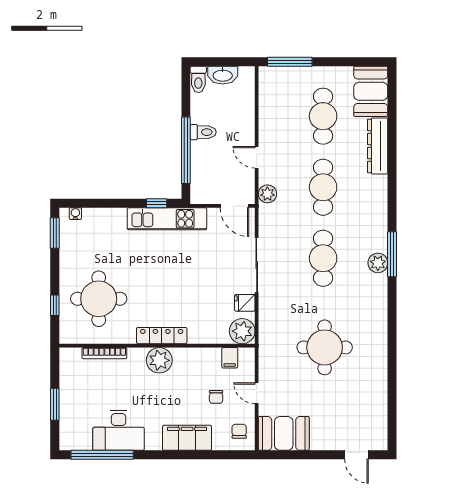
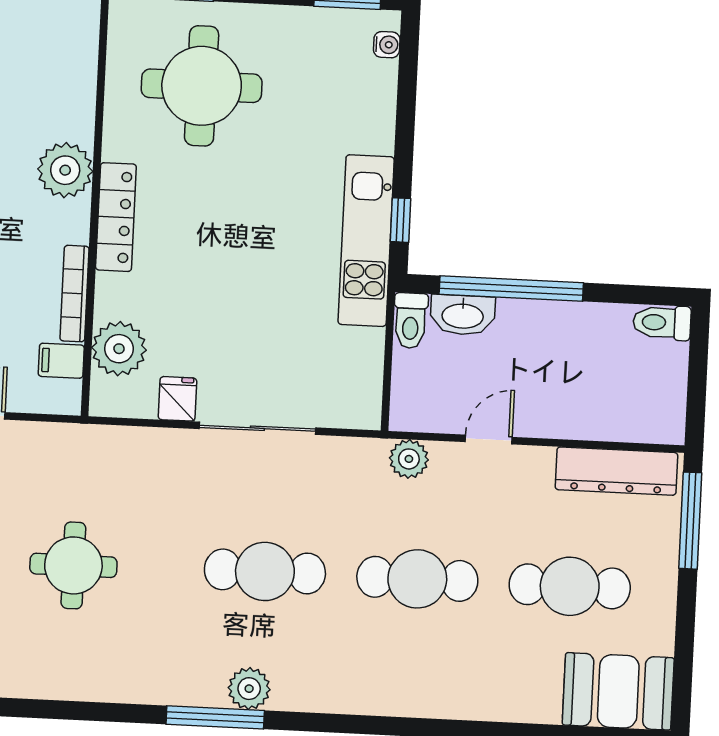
washbasin: (223, 75) -> (463, 315), moved, turned -90
toilet: (203, 132) -> (411, 321), moved
dresser: (378, 146) -> (616, 471), moved, turned 180
door: (234, 206) -> (387, 387), removed
window: (392, 254) -> (215, 717), moved
plant: (242, 331) -> (119, 349), moved
round table: (325, 347) -> (73, 565), width x0.73, depth x0.73
bookcase: (104, 353) -> (75, 294), moved
plant: (159, 360) -> (65, 170), moved

